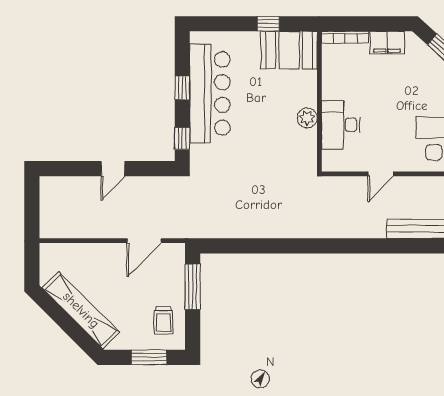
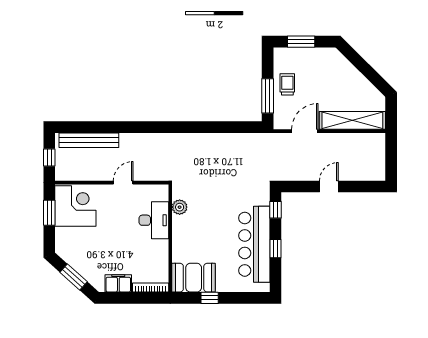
plant: (307, 118) -> (180, 207), moved
shelving: (81, 310) -> (352, 120), moved, turned -45
trolley: (163, 320) -> (287, 84), moved

